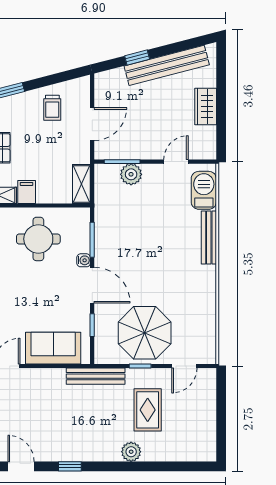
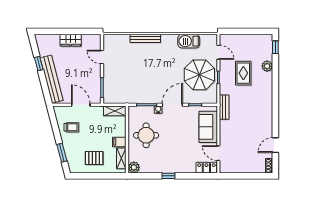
window: (137, 57) -> (39, 64), moved
bench: (167, 65) -> (52, 79), moved
plant: (131, 174) -> (109, 83), removed
barbecue: (204, 190) -> (189, 41), moved
bench: (96, 376) -> (224, 107), width x0.73
rug: (148, 410) -> (243, 73), turned 90
plant: (131, 452) -> (267, 66), moved
window: (70, 466) -> (275, 47), moved

